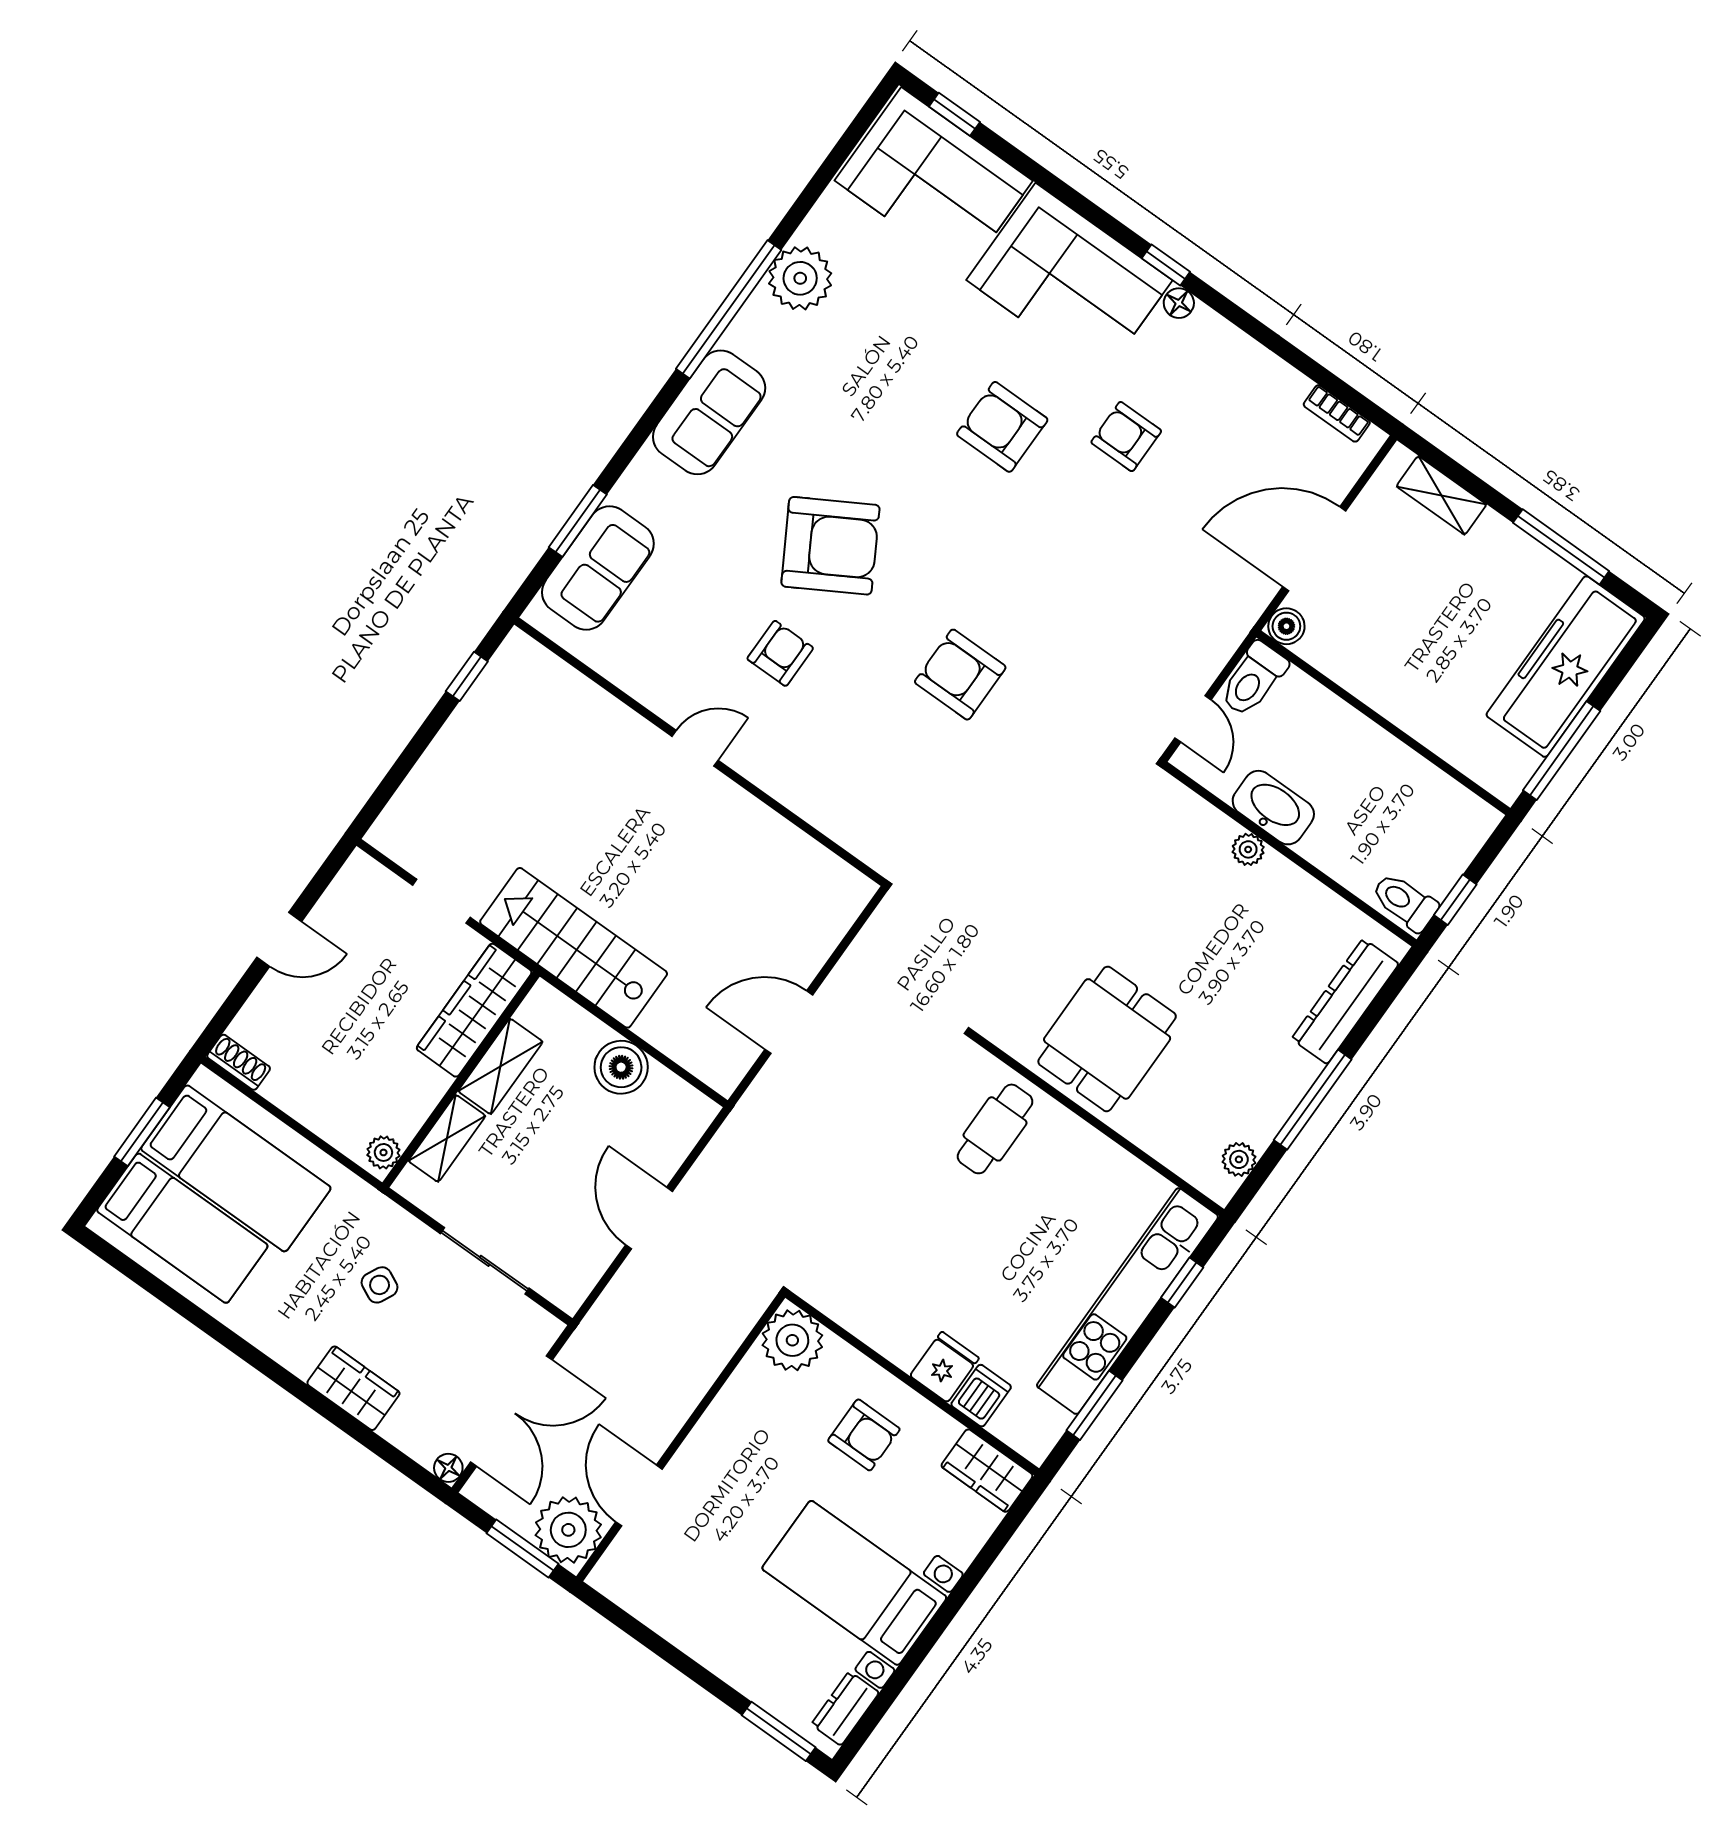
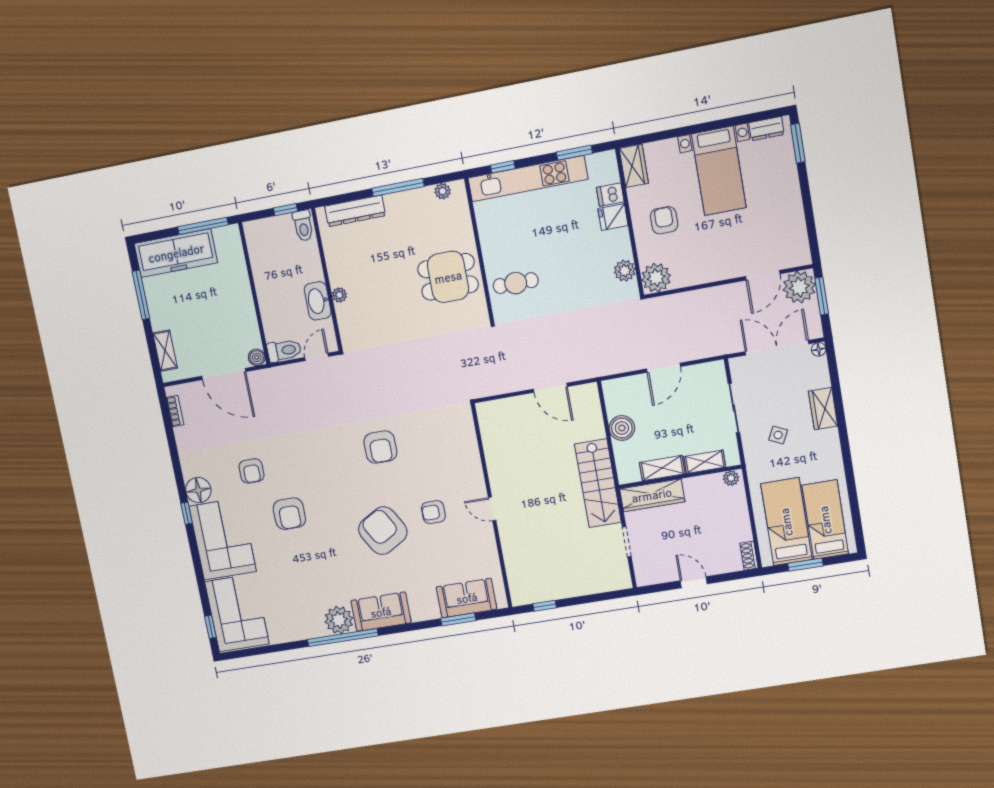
plant: (800, 278) -> (339, 620), moved
floor lamp: (1179, 303) -> (198, 490), width x1.89, depth x1.89
plant: (849, 1305) -> (625, 271), added

